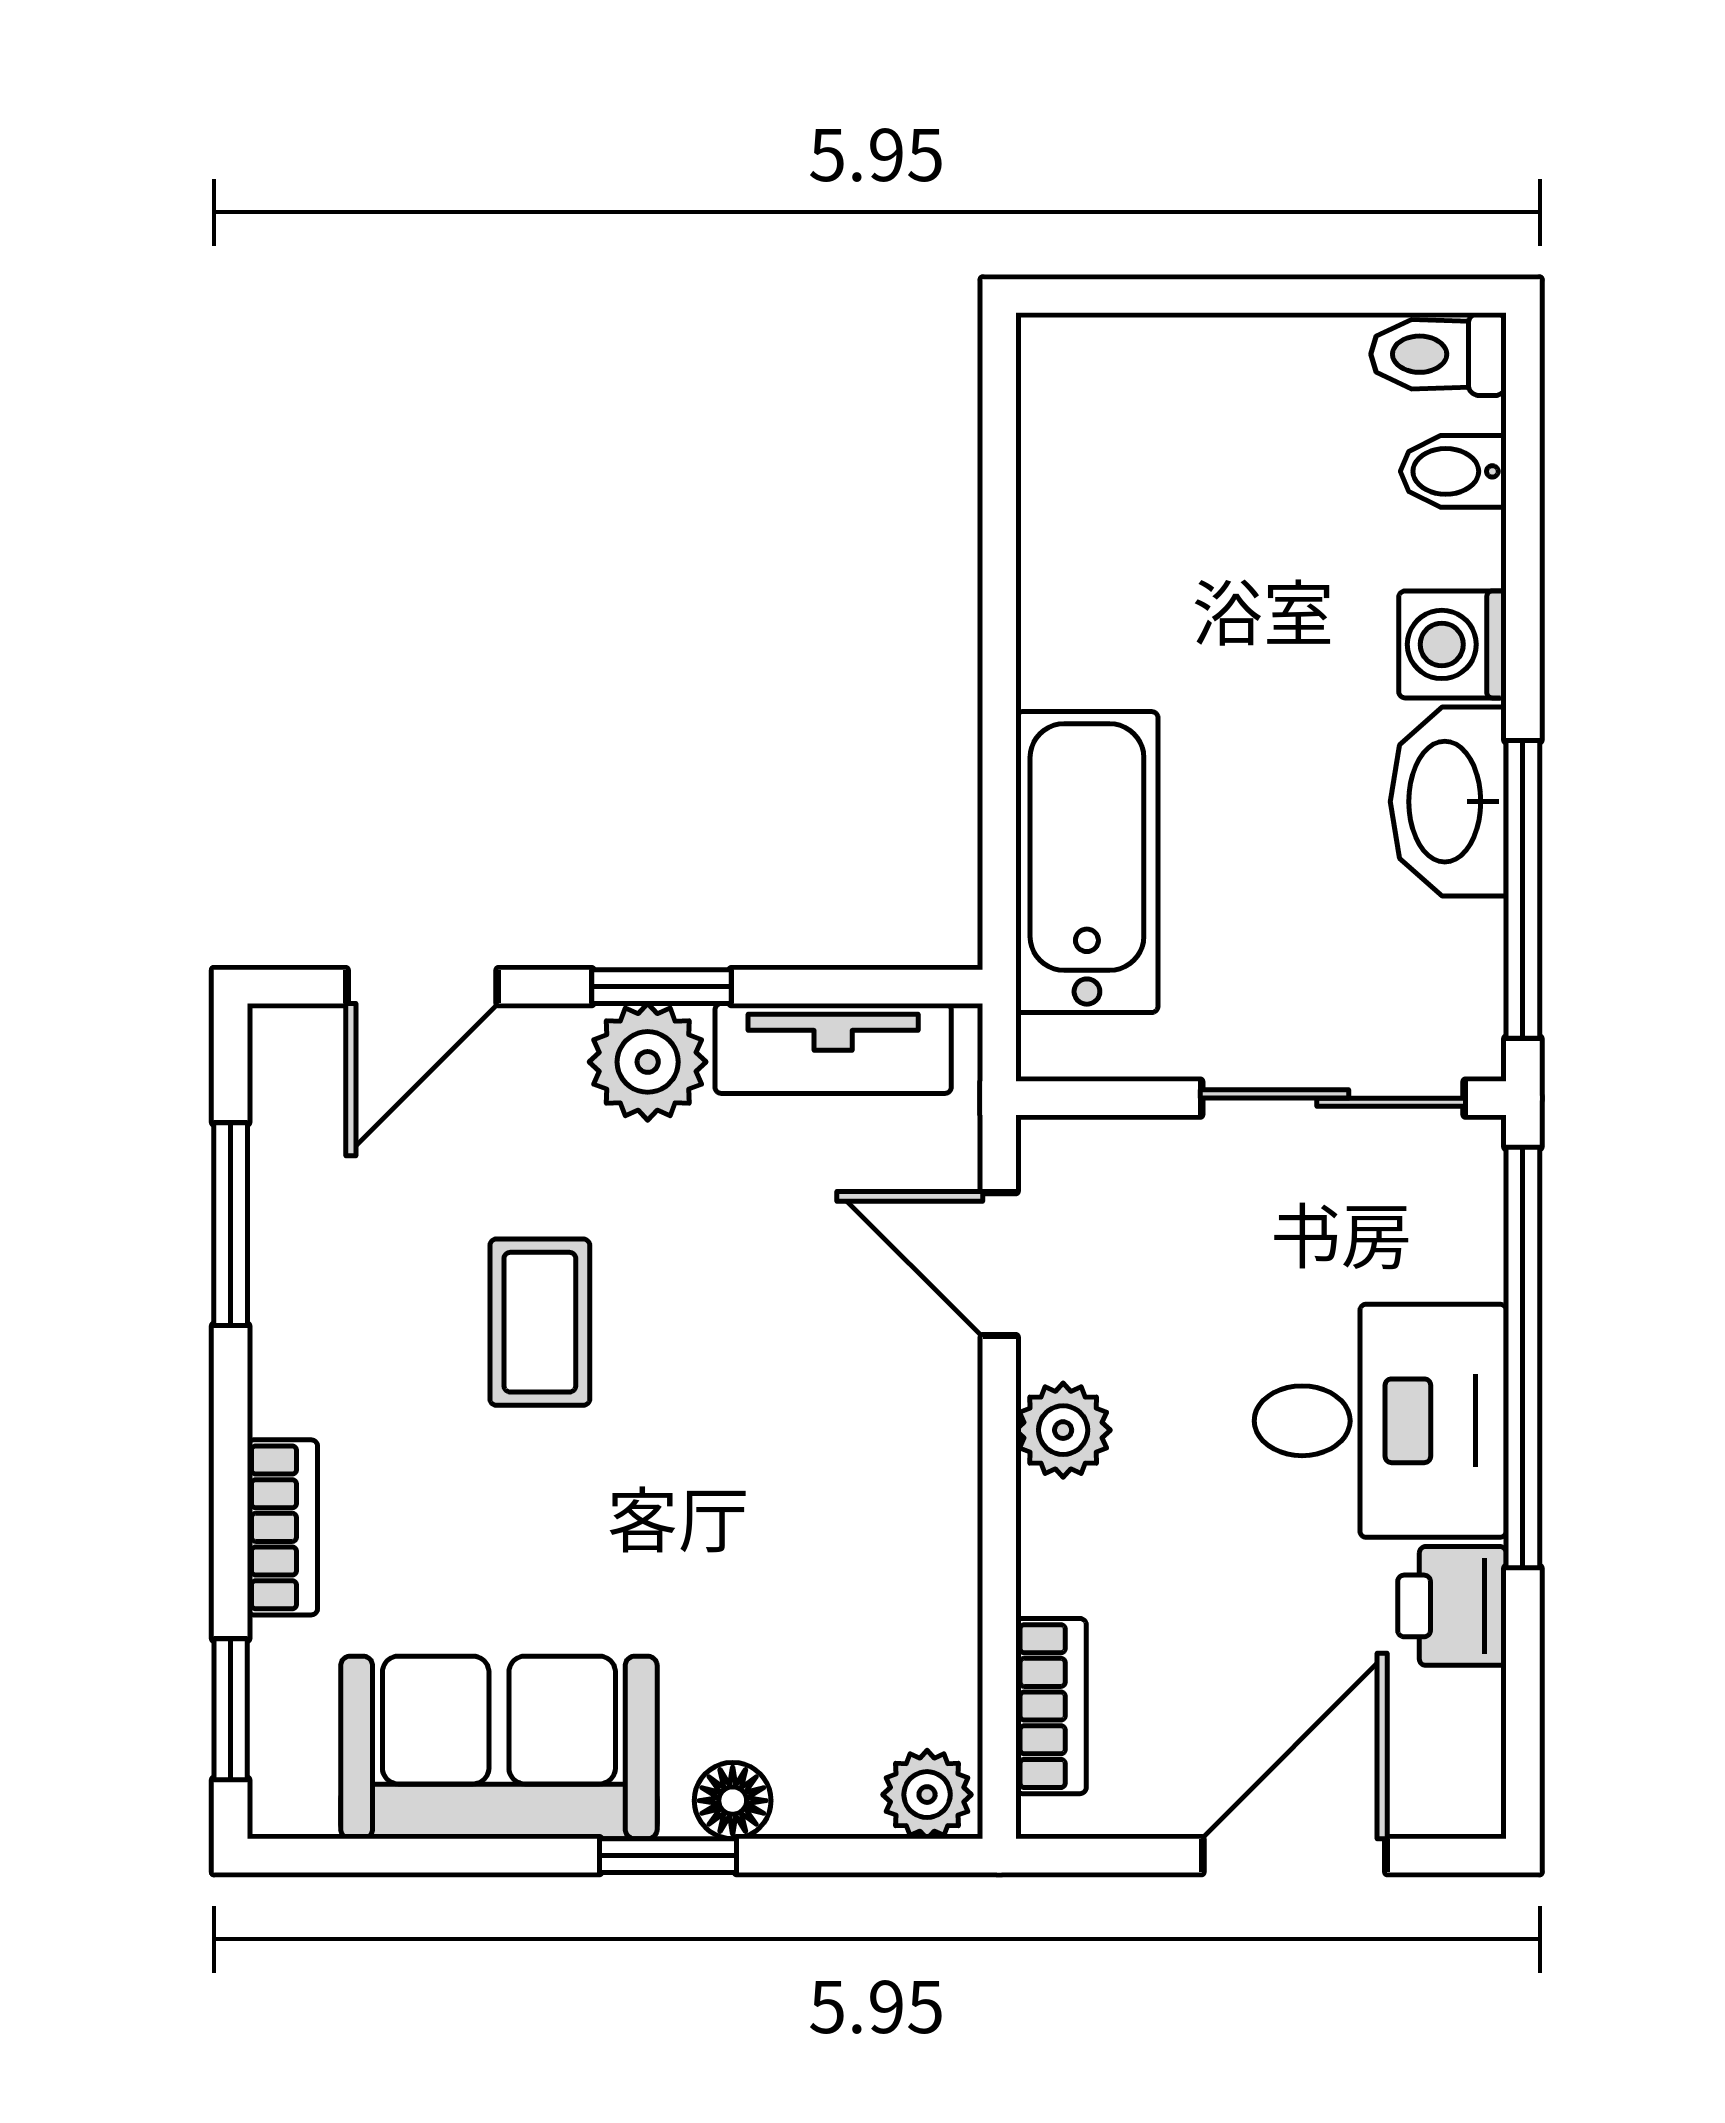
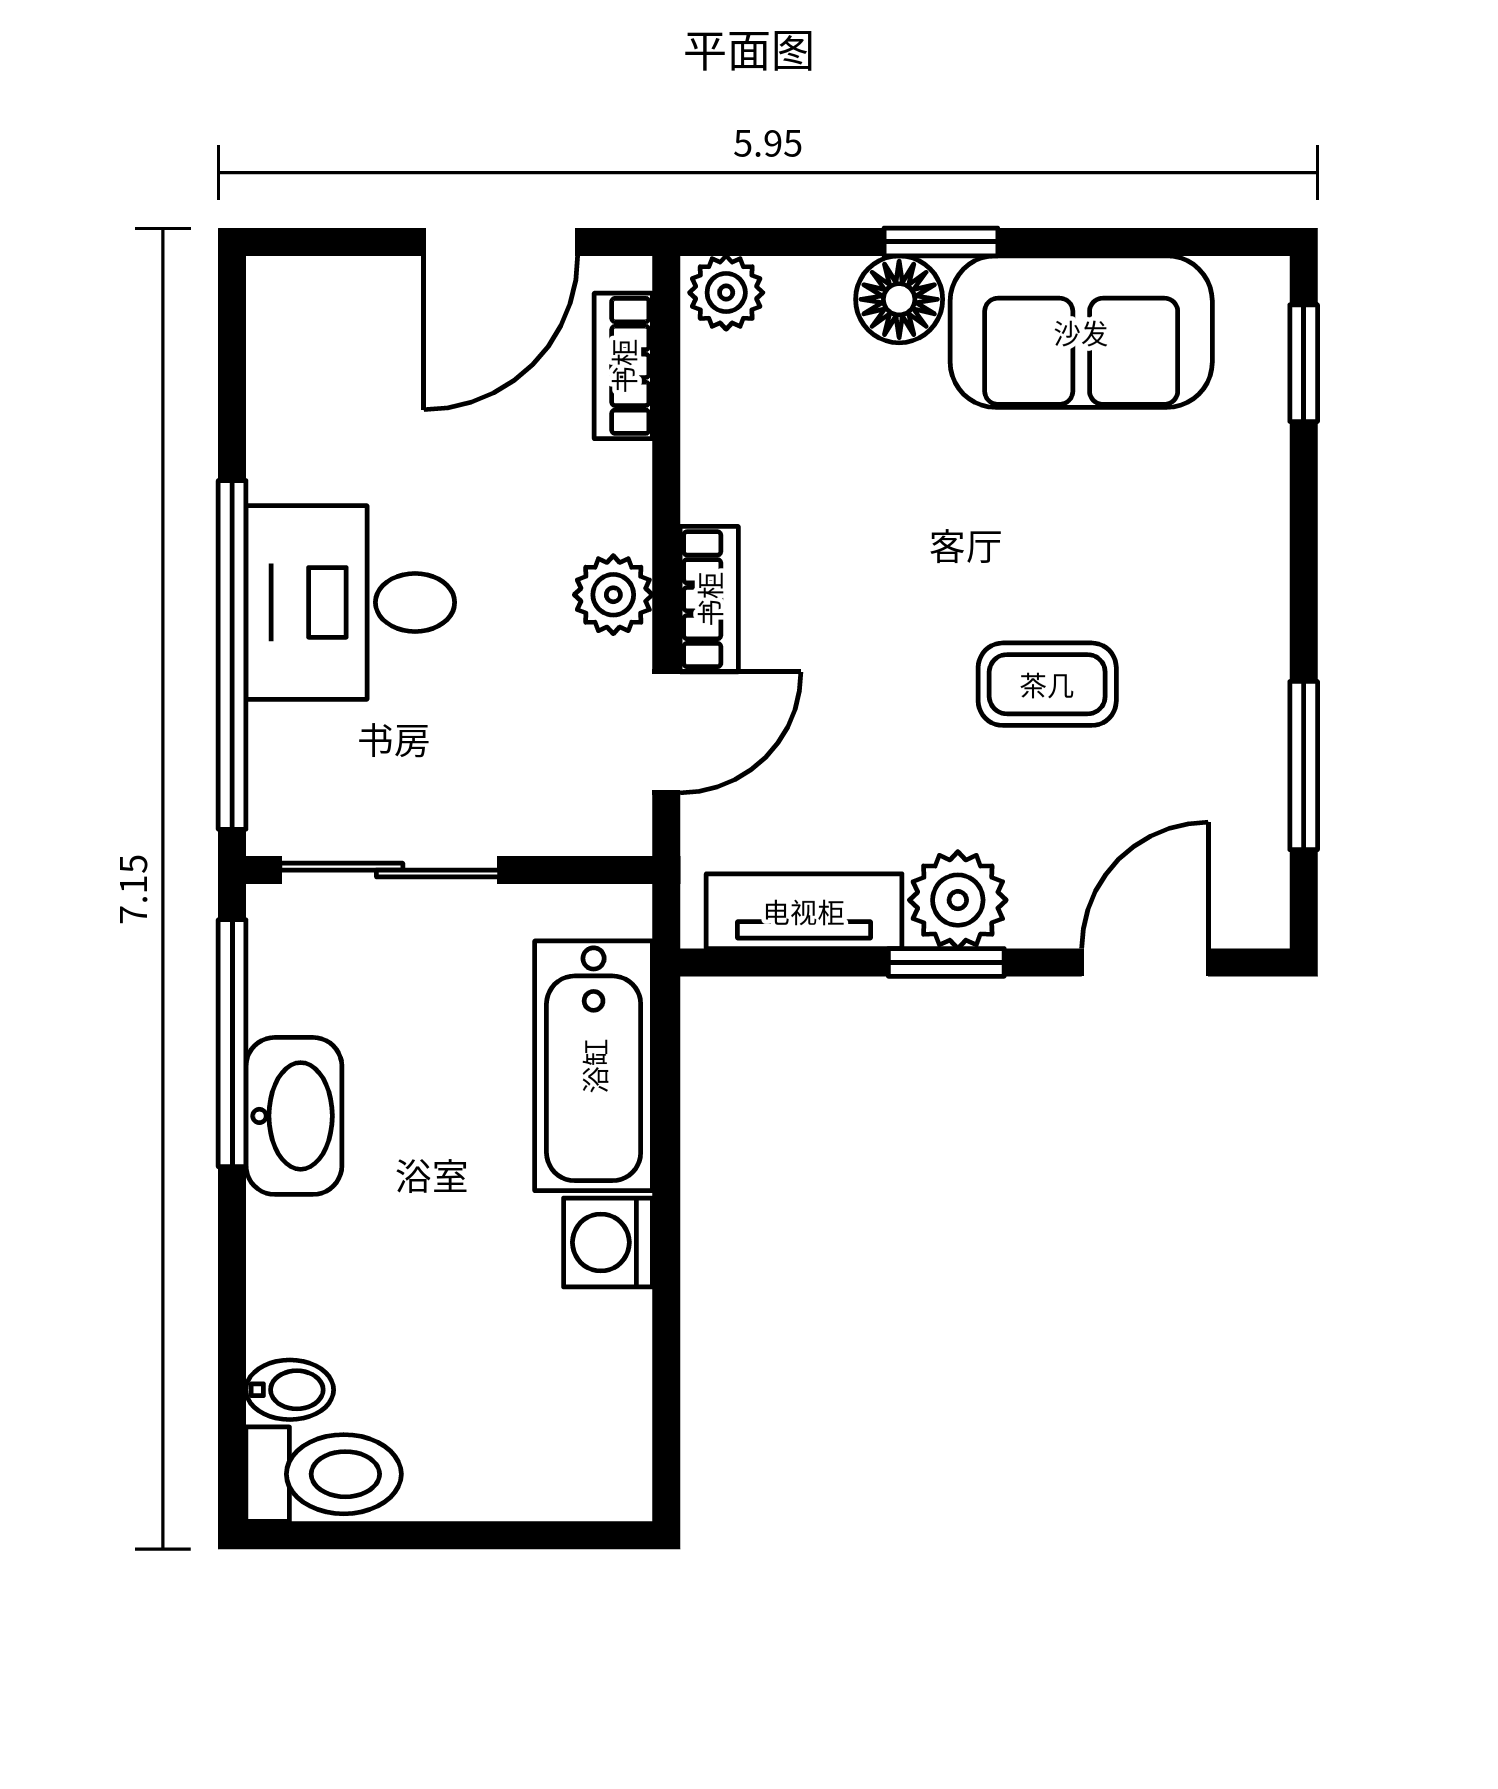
toilet: (1439, 354) -> (324, 1474), width x1.37, depth x1.39
washing machine: (1452, 644) -> (608, 1242), moved, turned 180
door: (999, 1264) -> (666, 732), hinge flipped
coffee table: (540, 1322) -> (1047, 684), turned 90
bookcase: (282, 1527) -> (709, 599), moved, turned 180
printer: (1452, 1606) -> (291, 449), removed
floor lamp: (733, 1801) -> (899, 299), width x1.37, depth x1.37
door: (1294, 1856) -> (501, 242), moved

